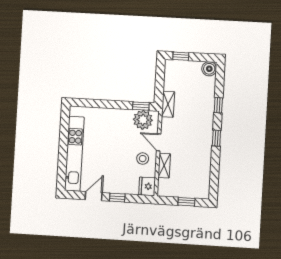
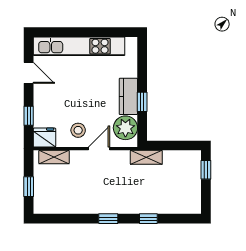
boiler: (209, 69) -> (192, 205), removed
window: (141, 106) -> (142, 102), moved
kitchen counter: (117, 116) -> (128, 96), added
shelving: (164, 166) -> (54, 157), moved
window: (117, 198) -> (29, 116), moved

